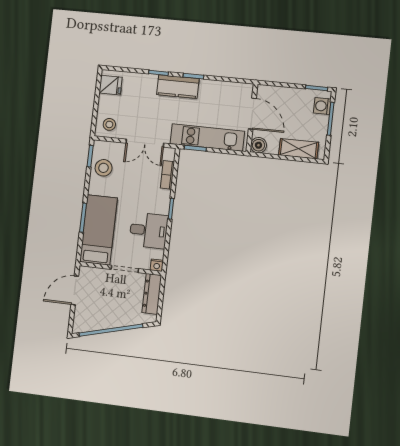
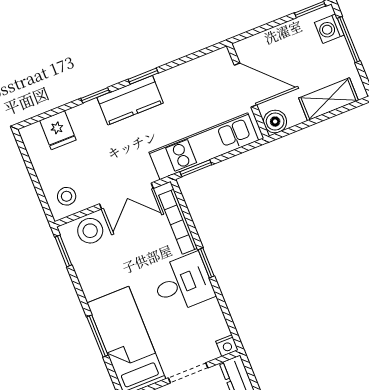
fridge: (111, 85) -> (58, 130), moved, turned 90
stool: (103, 168) -> (90, 231), moved
bookcase: (167, 175) -> (178, 222), width x1.56
desk: (149, 230) -> (183, 283), moved

